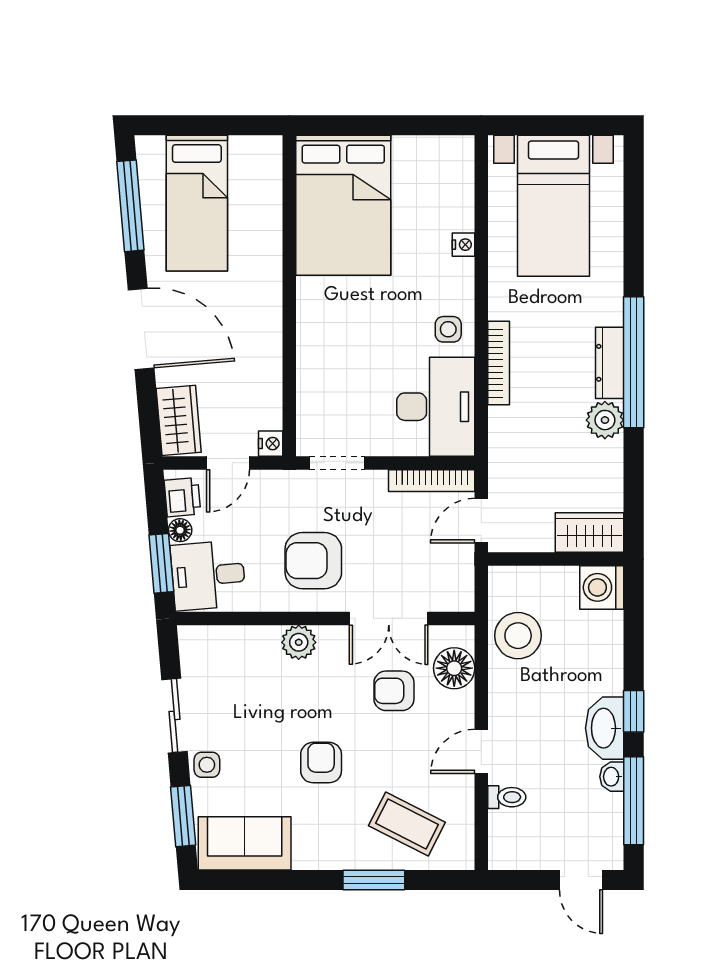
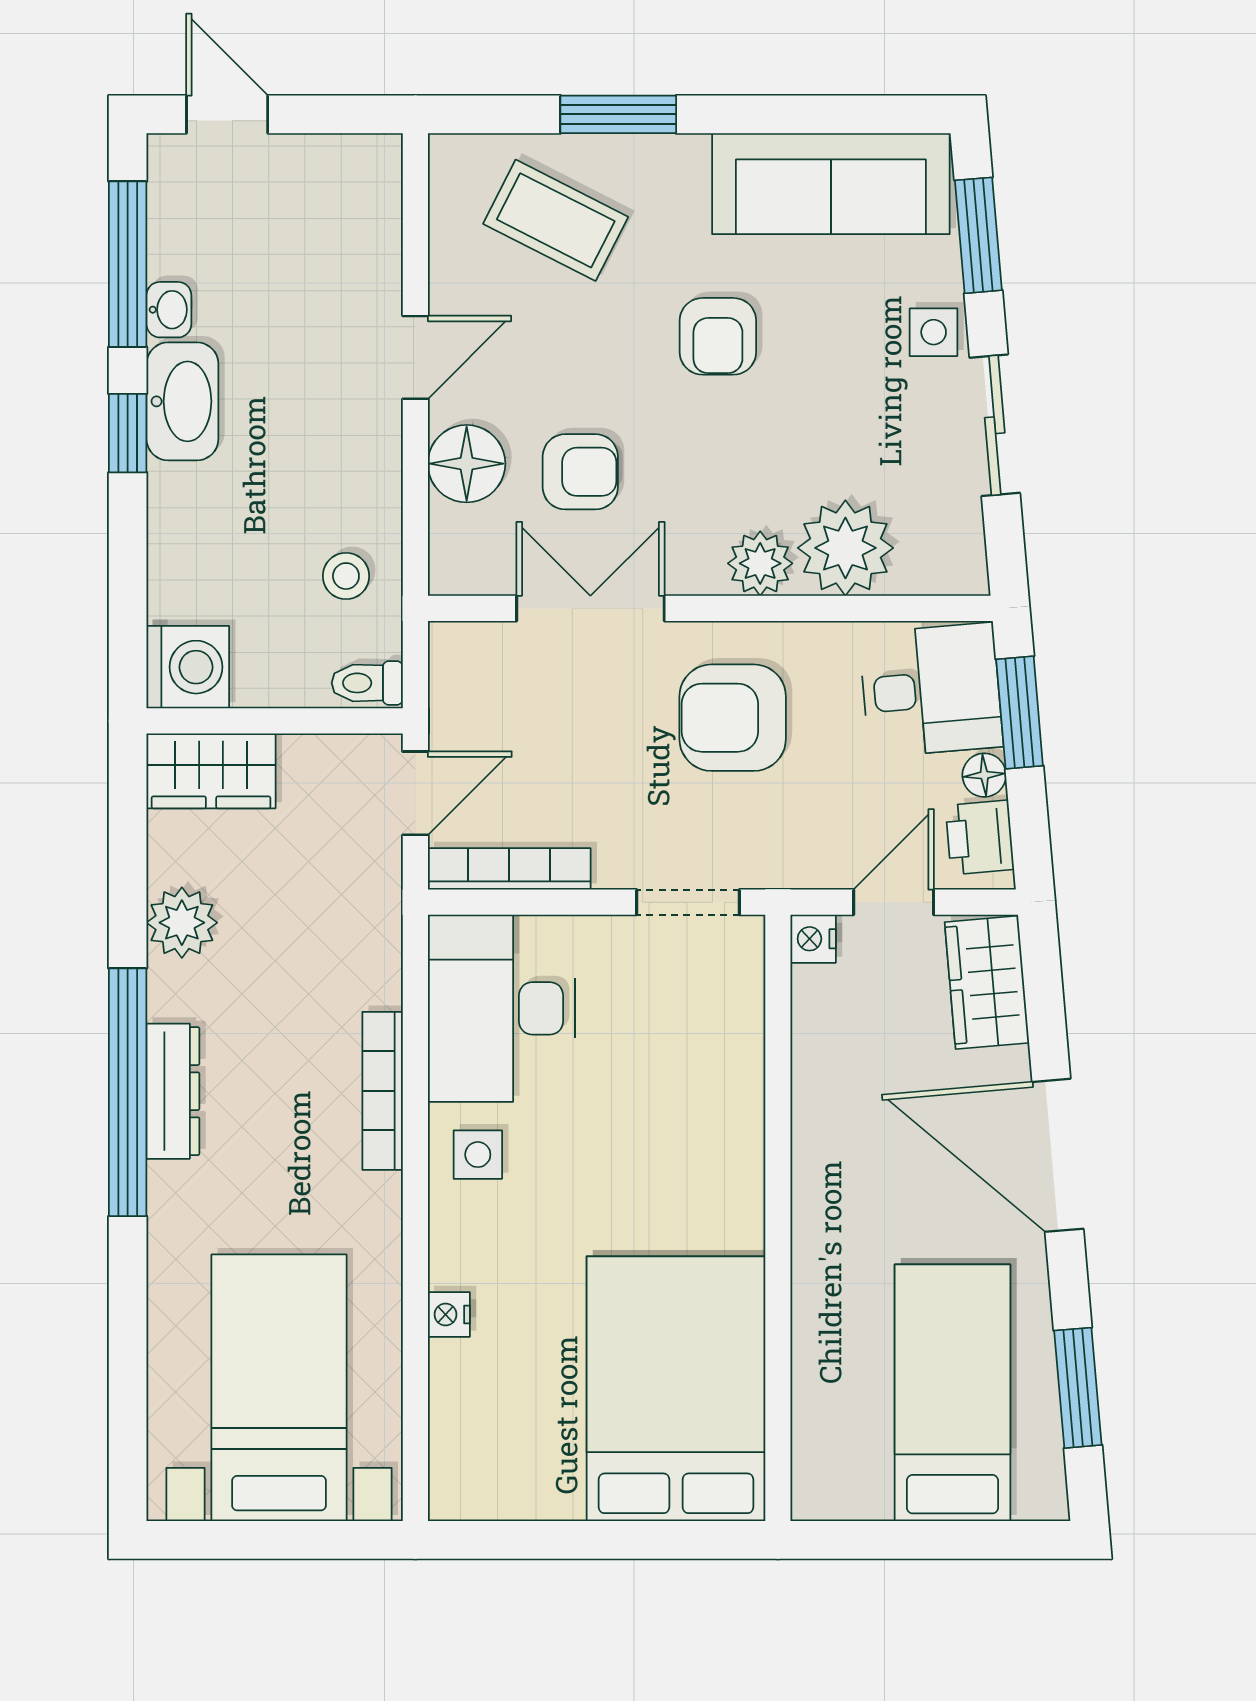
window: (130, 206) -> (1078, 1388), width x0.69
plant: (605, 420) -> (182, 923), moved
armchair: (313, 561) -> (733, 718), turned 180
stool: (518, 636) -> (346, 576), width x0.53, depth x0.53
plant: (254, 650) -> (845, 548), added
floor lamp: (454, 668) -> (467, 464), moved
toilet: (507, 797) -> (367, 683), moved
sofa: (245, 843) -> (831, 184), width x1.36

